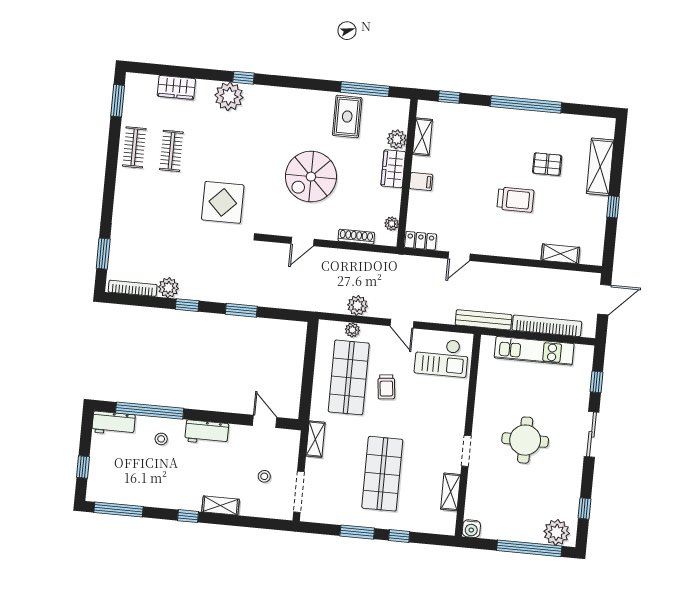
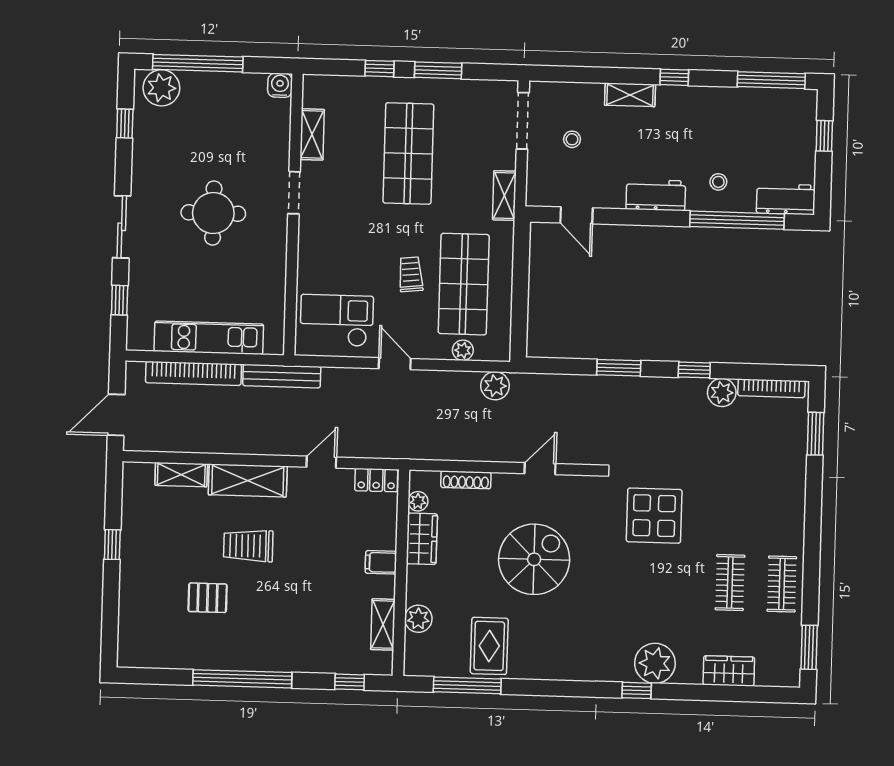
shelving: (600, 167) -> (248, 481), moved, turned 90
wardrobe: (393, 169) -> (422, 539), moved
plant: (357, 305) -> (495, 386), moved

